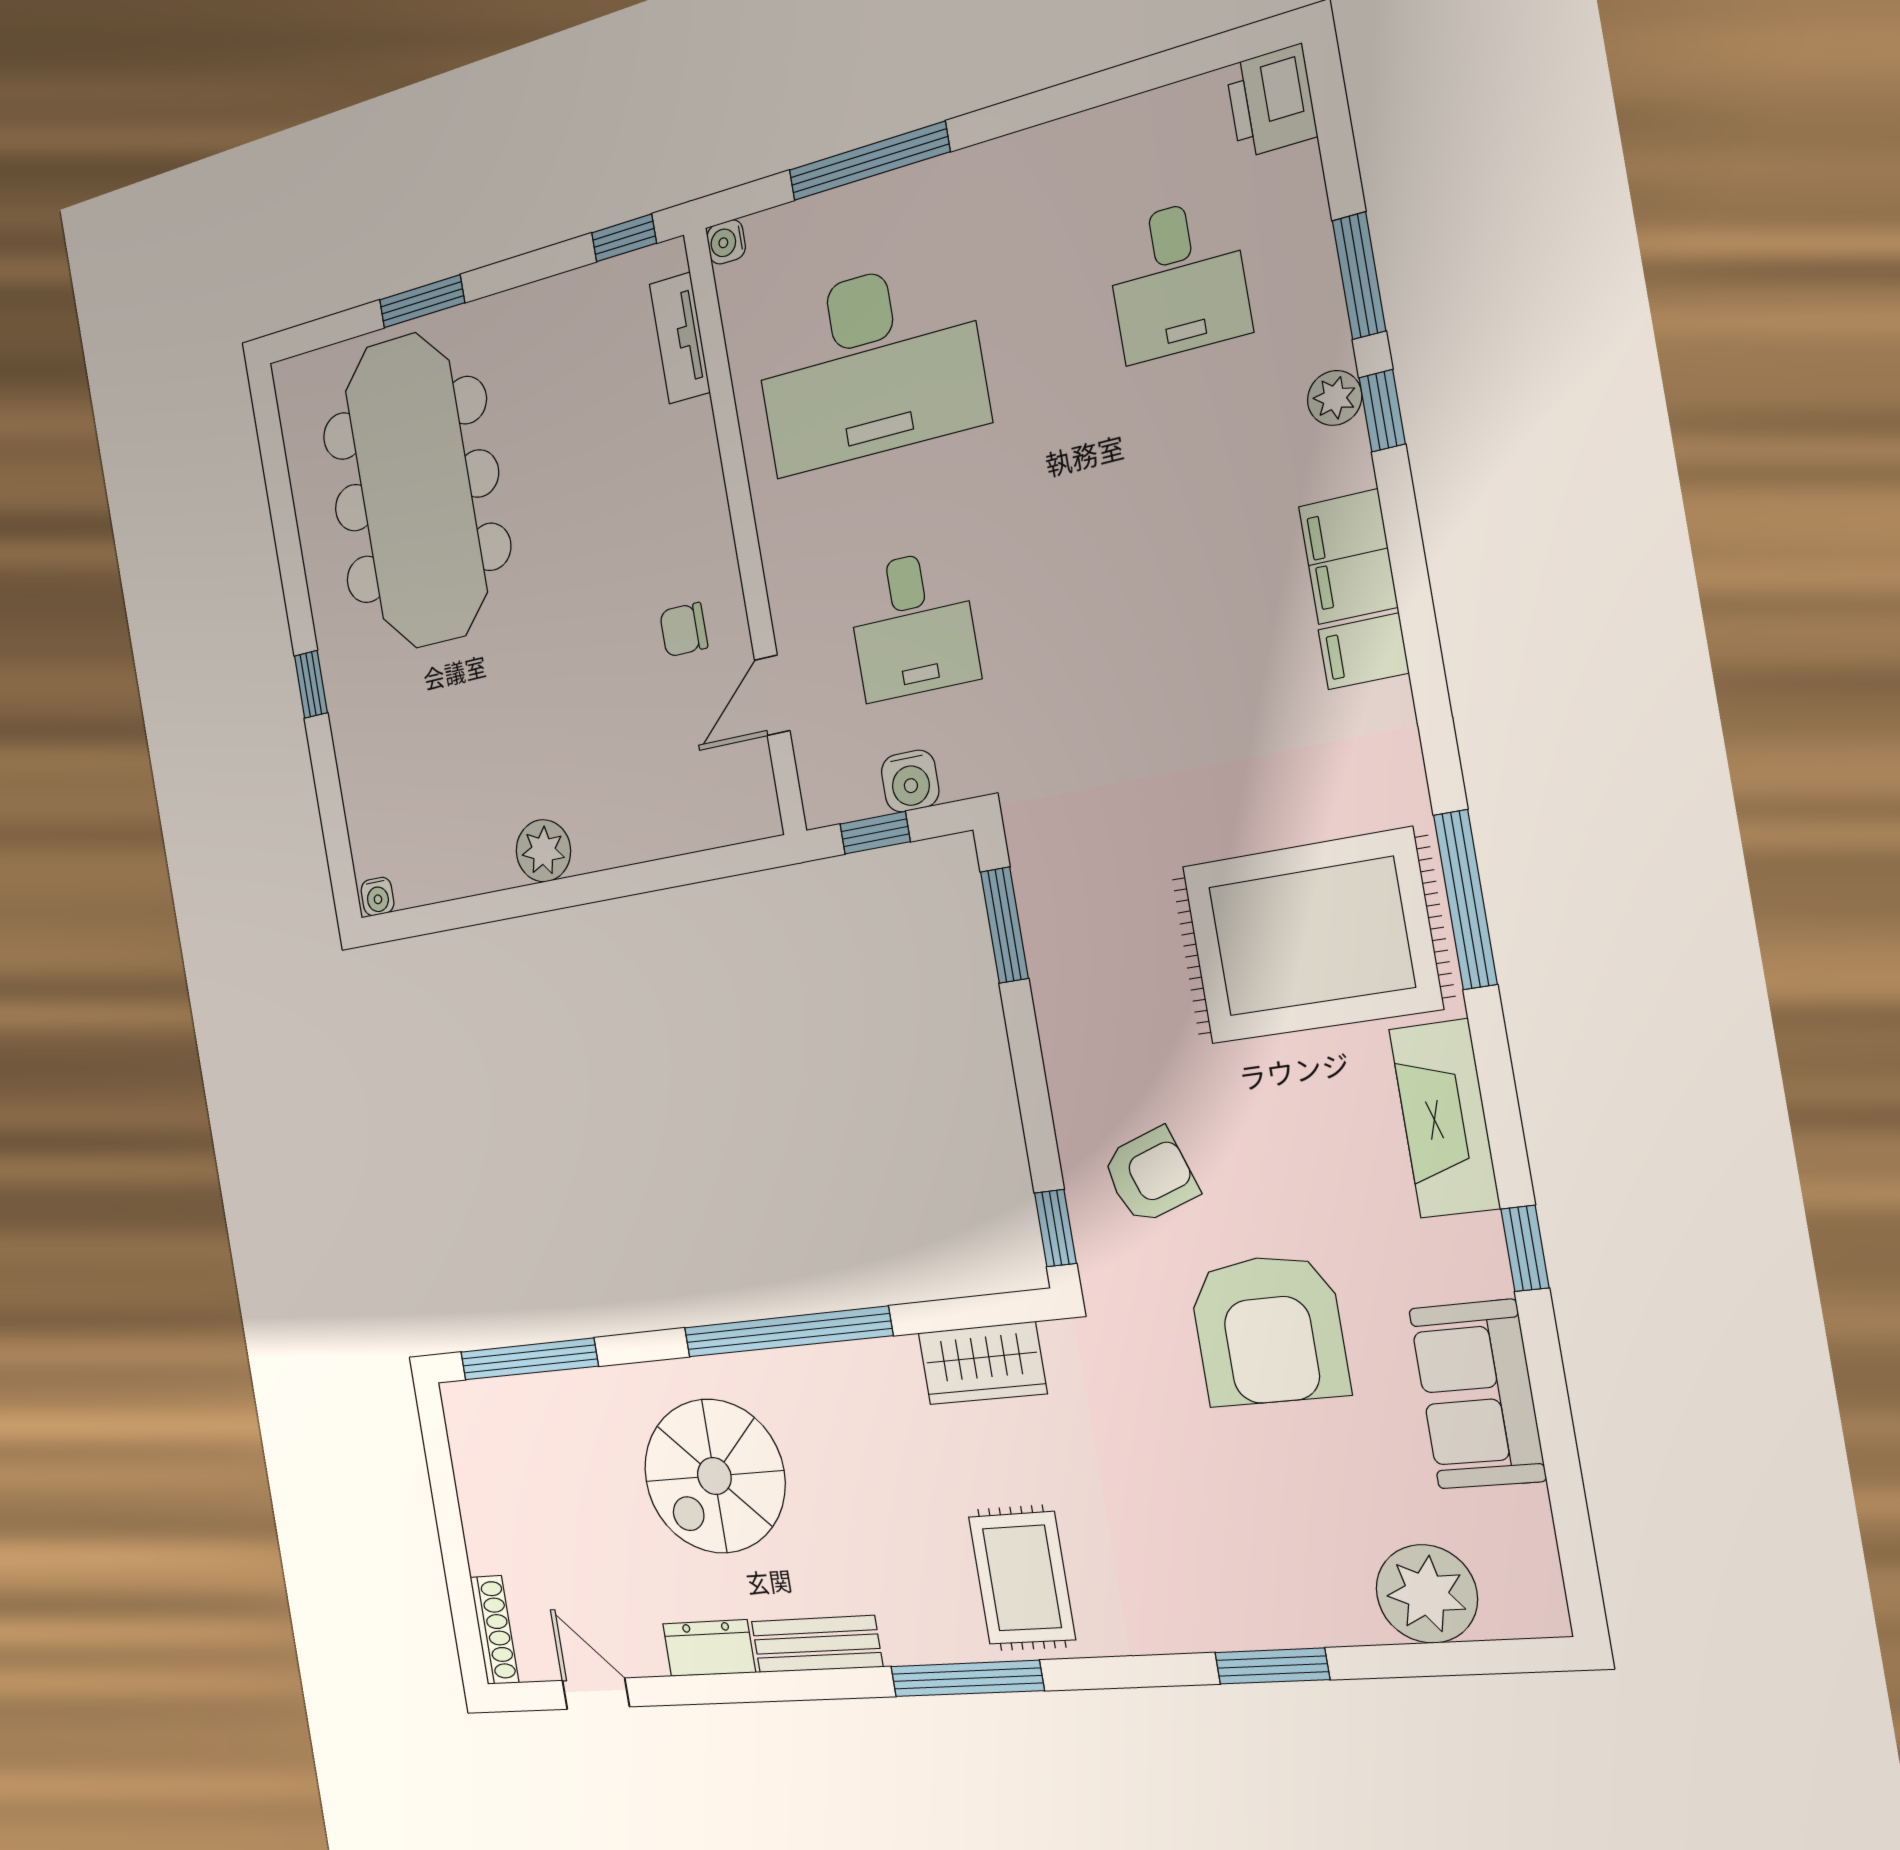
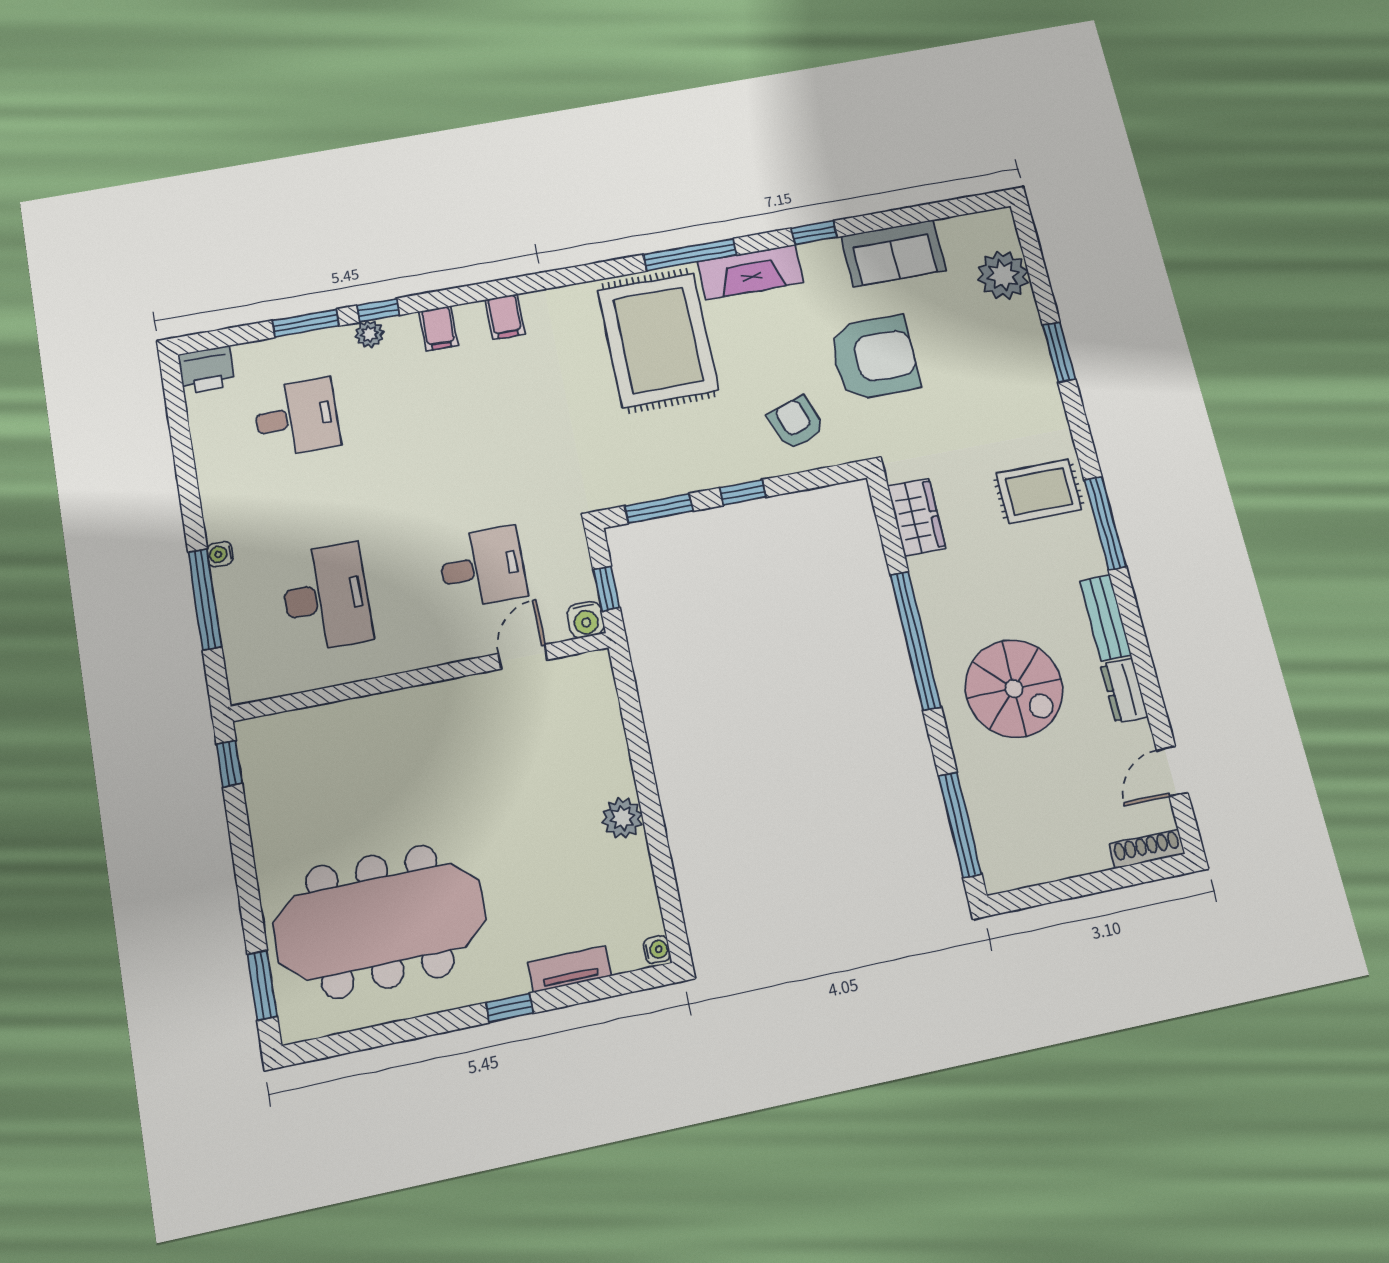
water cooler: (726, 242) -> (220, 554), moved, turned 90
window: (422, 301) -> (262, 985), moved
tv unit: (680, 338) -> (569, 969), moved, turned 180
desk: (869, 365) -> (326, 597), width x0.73, depth x0.77
filing cabinet: (1348, 557) -> (438, 328), width x0.50
chair: (684, 630) -> (480, 718), removed
door: (772, 695) -> (523, 657), swing flipped
water cooler: (910, 781) -> (586, 620), moved, turned 90
window: (1465, 900) -> (690, 255), moved
window: (1055, 1228) -> (743, 492), moved

